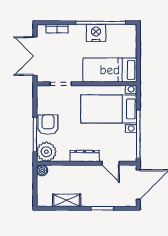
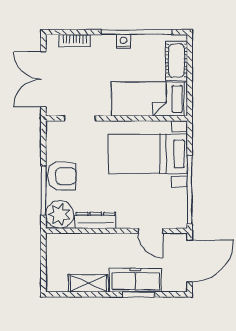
nightstand: (96, 33) -> (123, 41), width x0.53, depth x0.56
cot: (129, 43) -> (177, 61), added
armchair: (48, 125) -> (62, 176), turned 90
dresser: (85, 156) -> (96, 220), moved
boiler: (42, 170) -> (54, 241), removed
freezer: (100, 198) -> (135, 280), added

